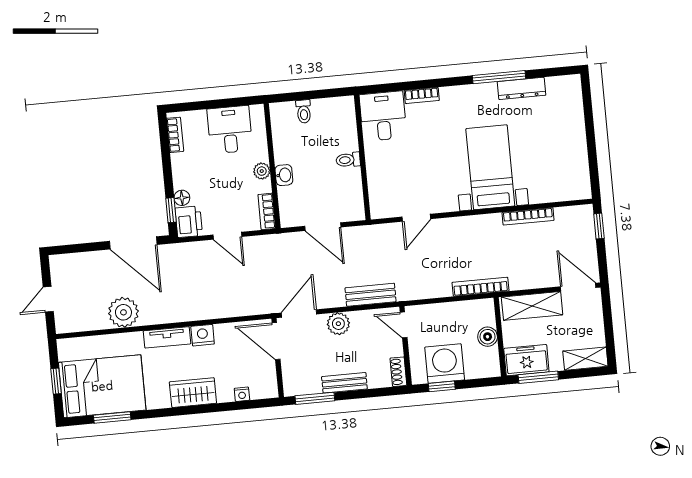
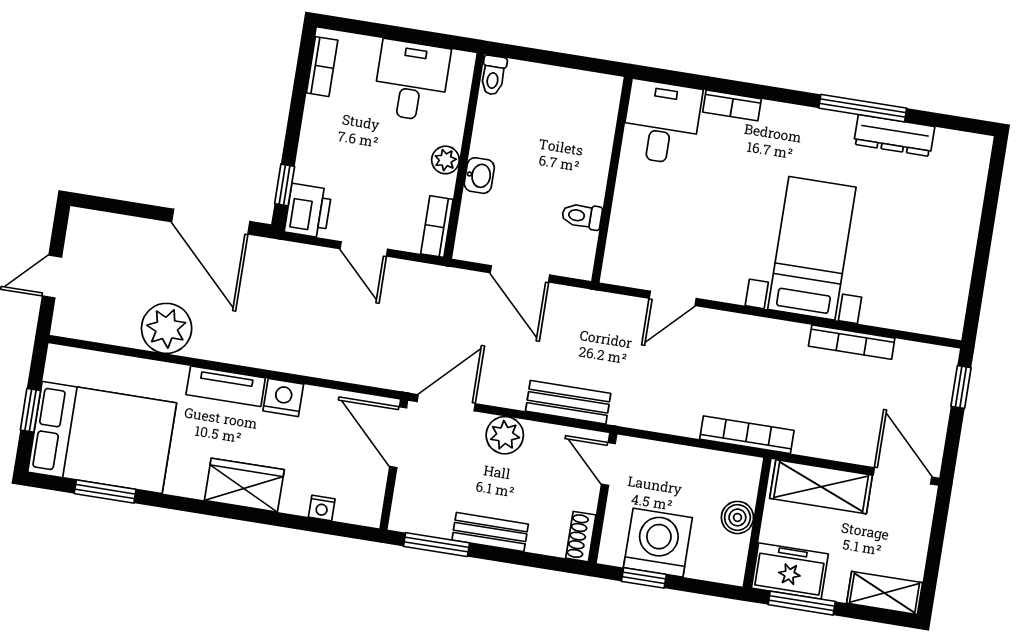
toilet: (304, 111) -> (493, 75), moved
toilet: (348, 160) -> (582, 216), moved
floor lamp: (182, 198) -> (307, 170), removed

